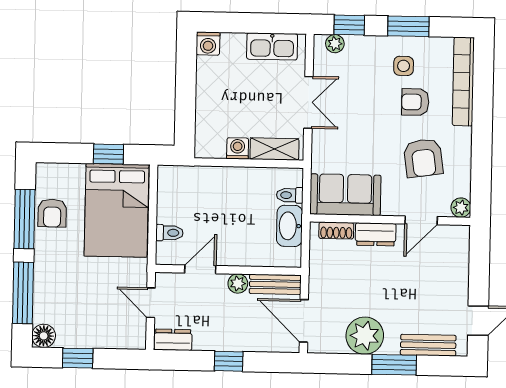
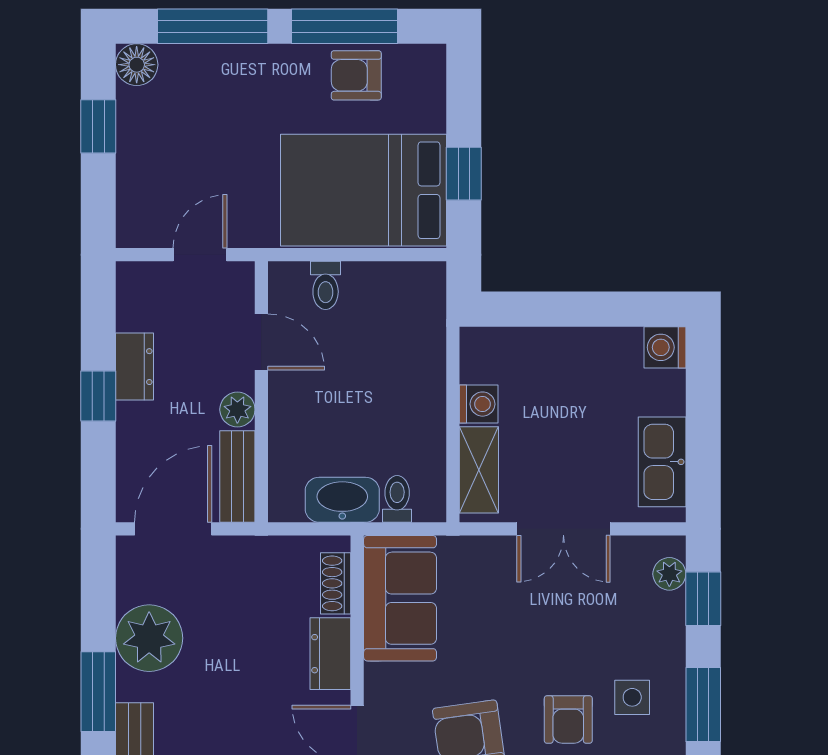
armchair: (415, 102) -> (568, 719), turned 180
dresser: (173, 340) -> (135, 367), moved

